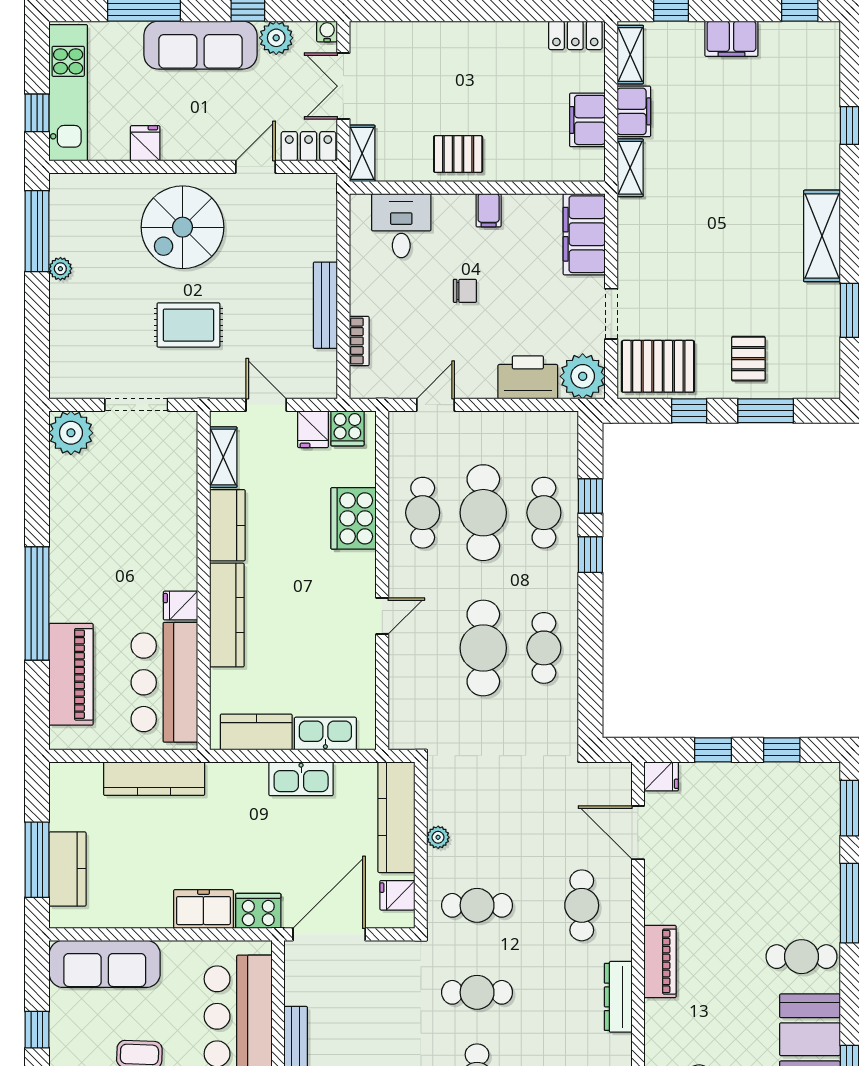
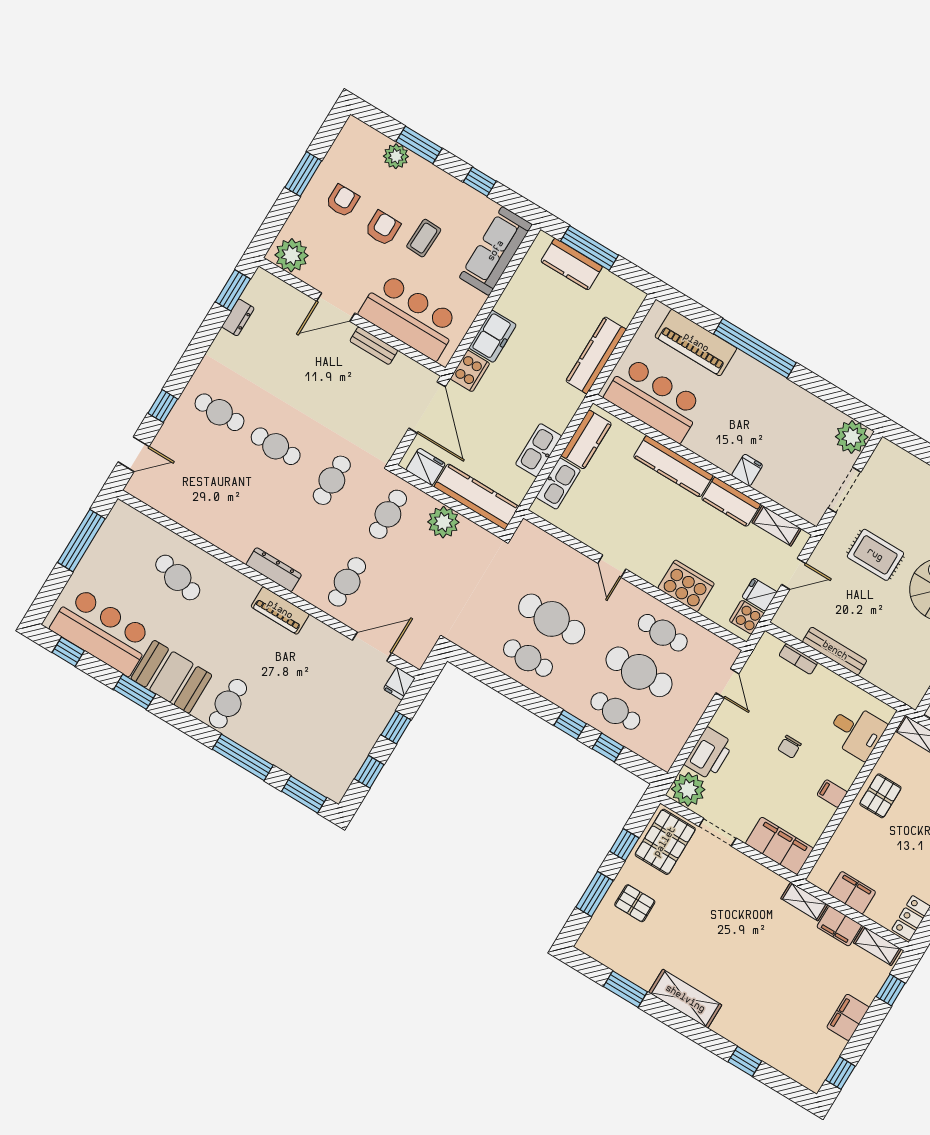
rug: (188, 325) -> (875, 555), turned 90
fridge: (180, 606) -> (747, 470), moved
plant: (438, 837) -> (443, 522), width x1.88, depth x1.88
fridge: (397, 895) -> (426, 467), width x1.38
cafe table: (582, 905) -> (347, 582), turned 90

